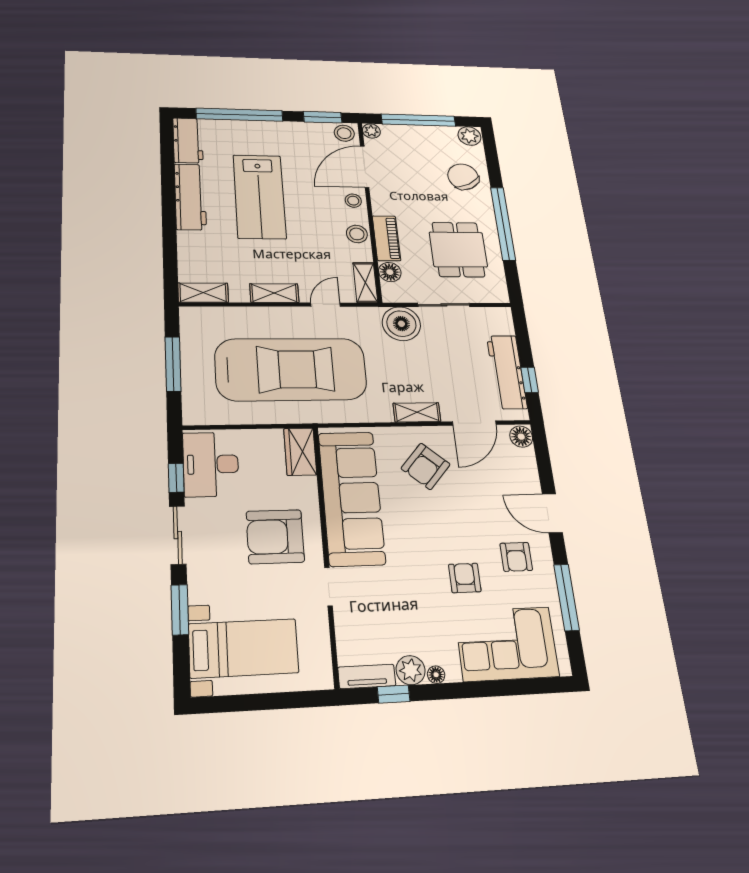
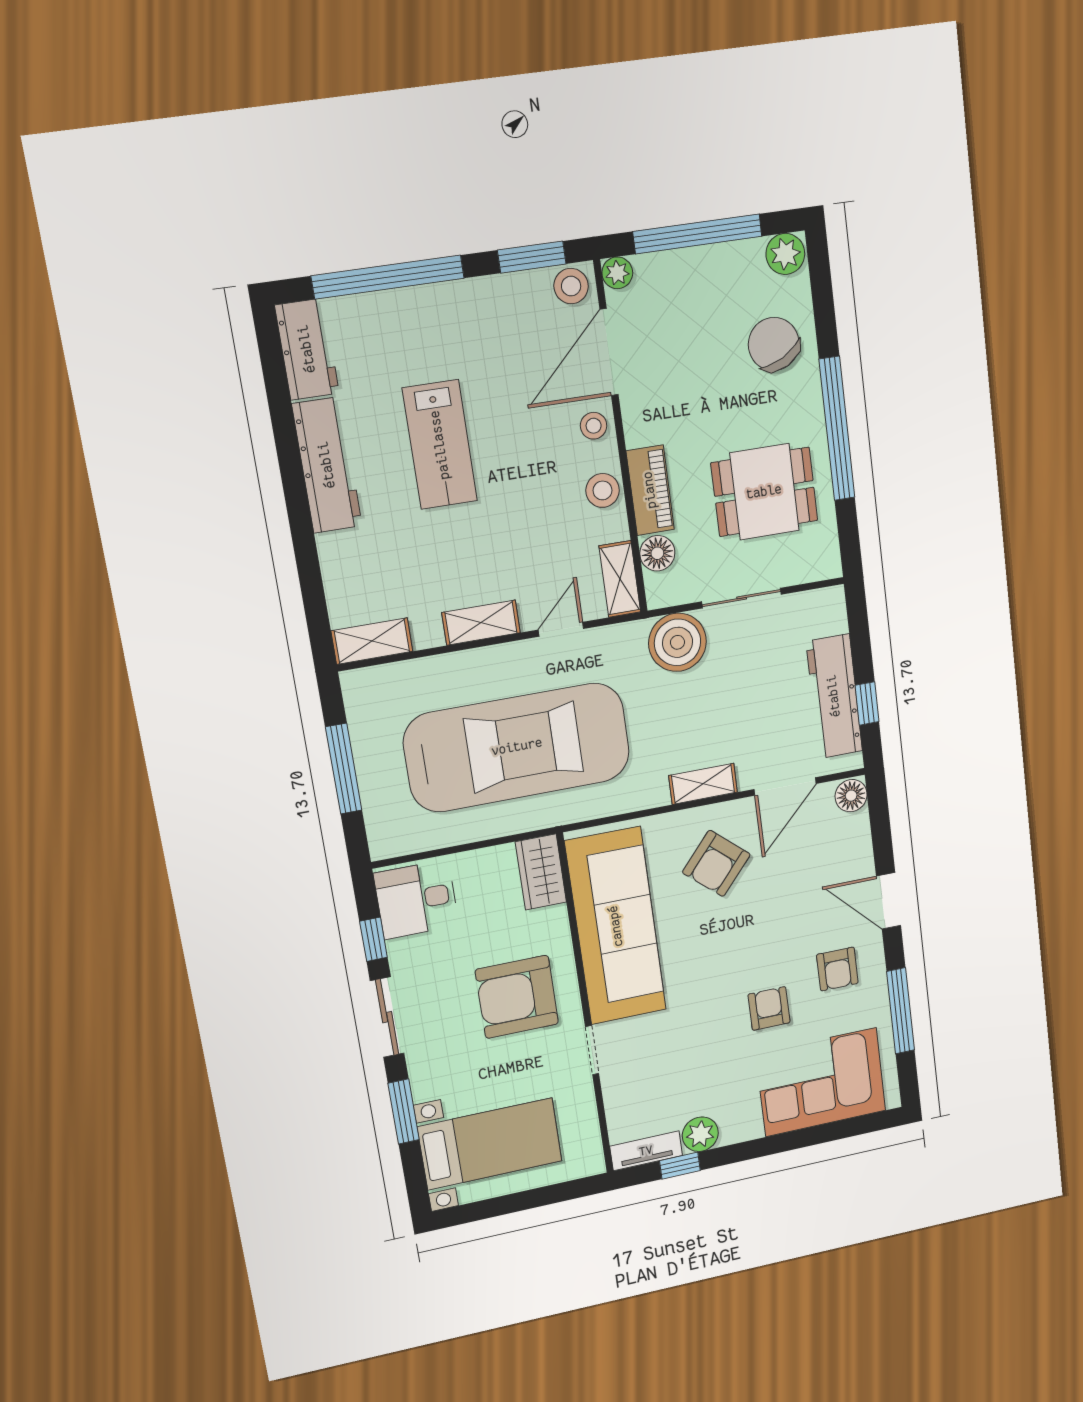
lab bench: (259, 197) -> (440, 445), width x0.73, depth x0.72
dining table: (458, 249) -> (764, 492), turned 90
desk: (211, 464) -> (416, 899), width x0.73
floor lamp: (436, 675) -> (732, 1134), removed

